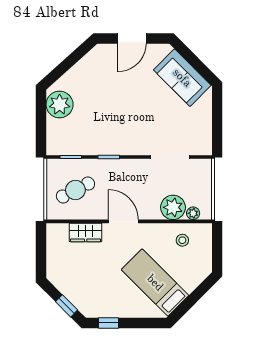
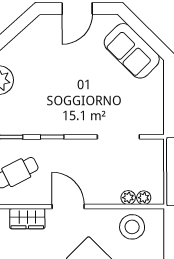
plant: (173, 207) -> (128, 198), width x0.53, depth x0.53
stool: (182, 240) -> (132, 227), width x1.89, depth x1.89

